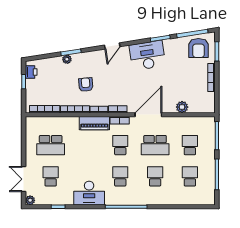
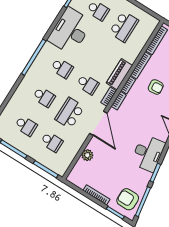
school desk: (51, 145) -> (124, 27), turned 180
desk: (89, 193) -> (70, 31), width x1.36, depth x1.30

